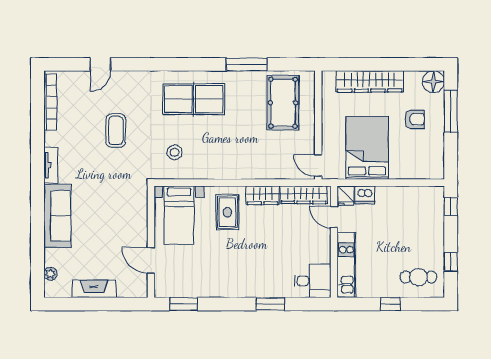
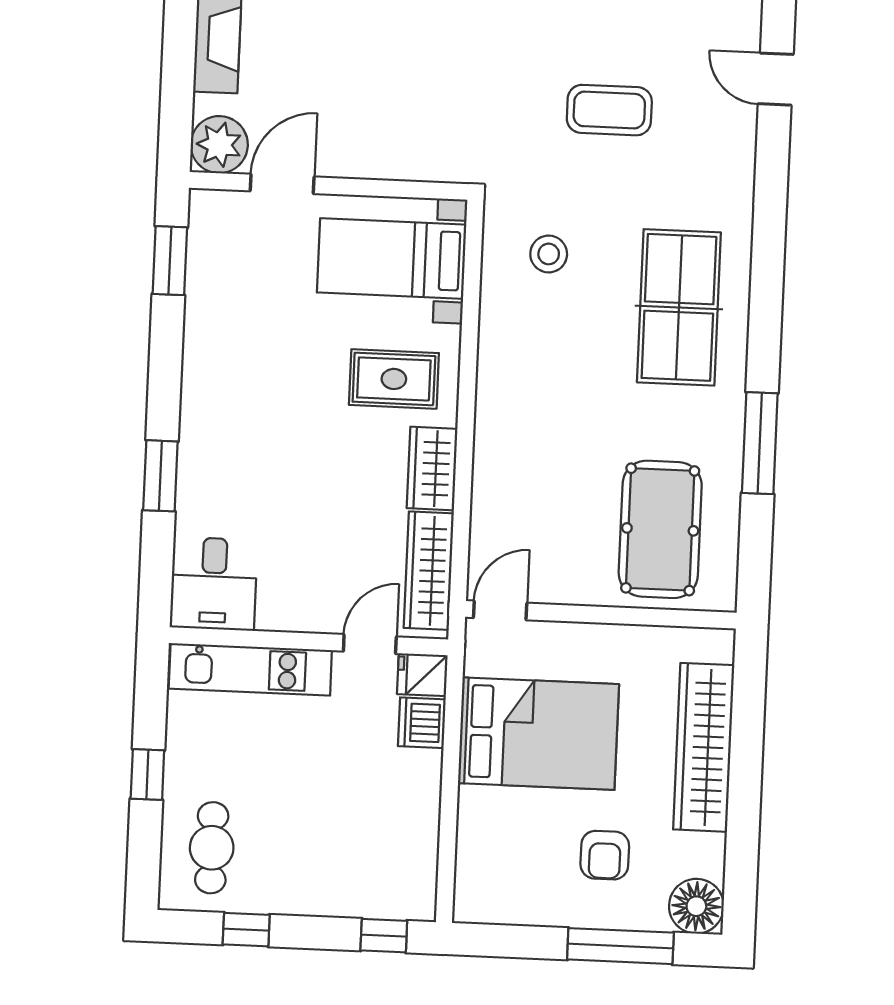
pool table: (283, 103) -> (660, 529), turned 90
plant: (136, 286) -> (219, 145), added

